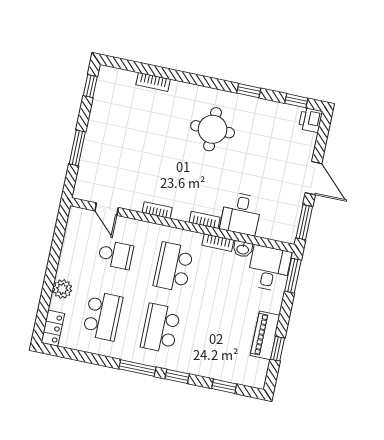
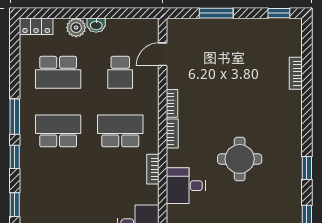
round table: (213, 129) -> (240, 159), moved
bookcase: (205, 220) -> (172, 134), moved
washbasin: (243, 249) -> (96, 25), moved, turned -90

